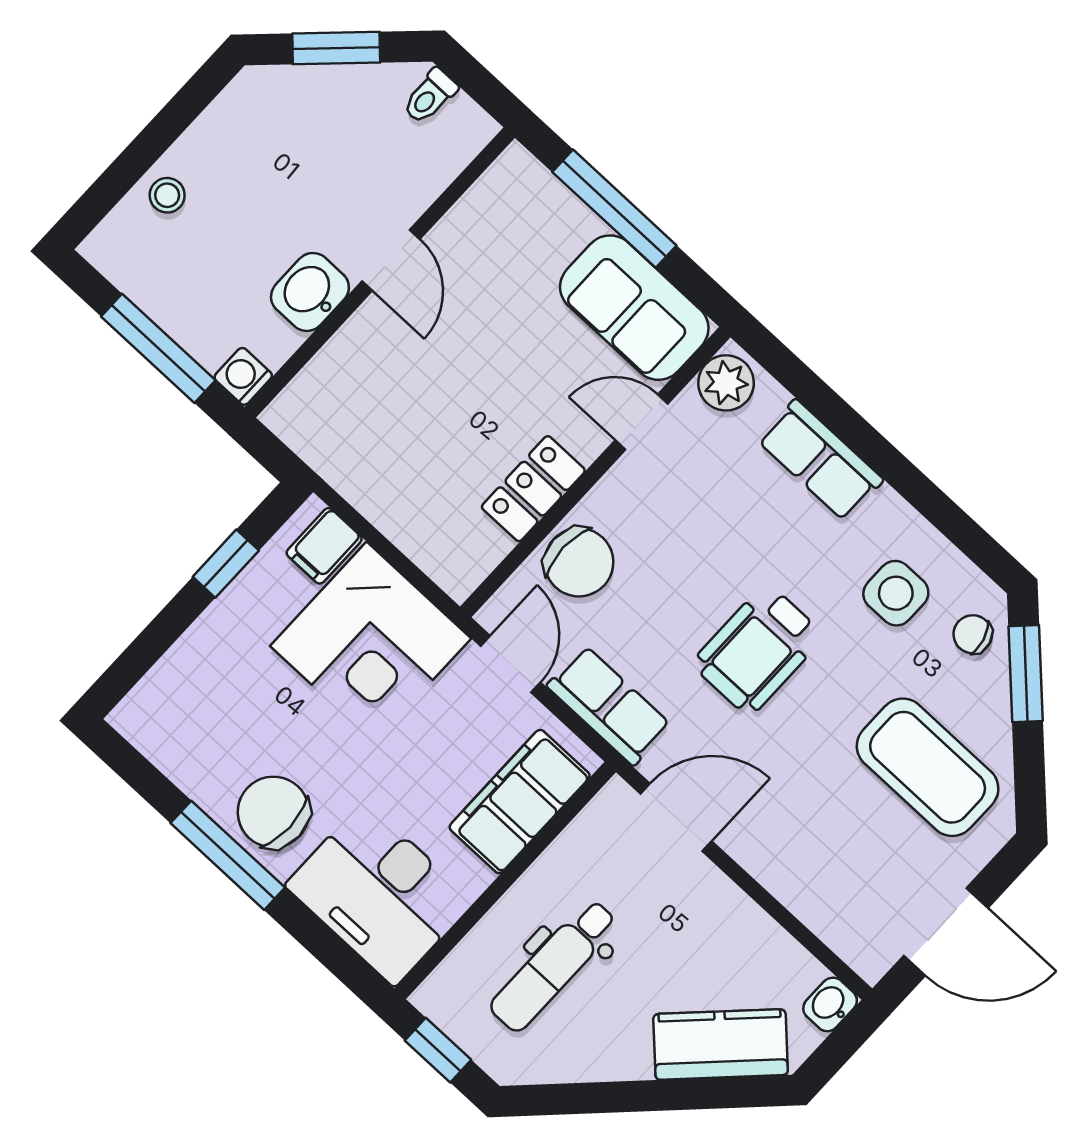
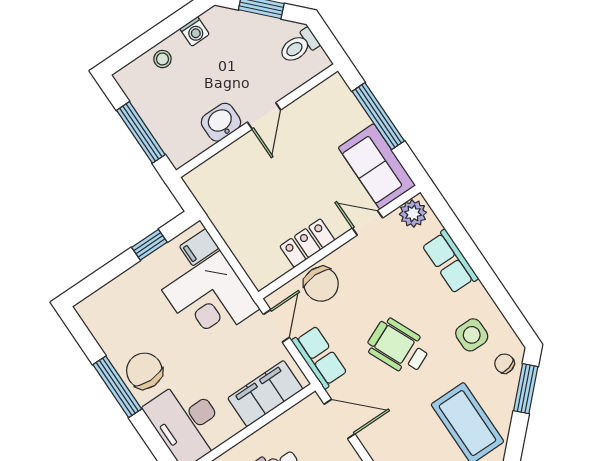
toilet: (430, 96) -> (299, 46), width x1.37, depth x1.39
washing machine: (243, 376) -> (195, 32), moved, turned 180
wheelchair: (758, 650) -> (398, 347), turned 66

